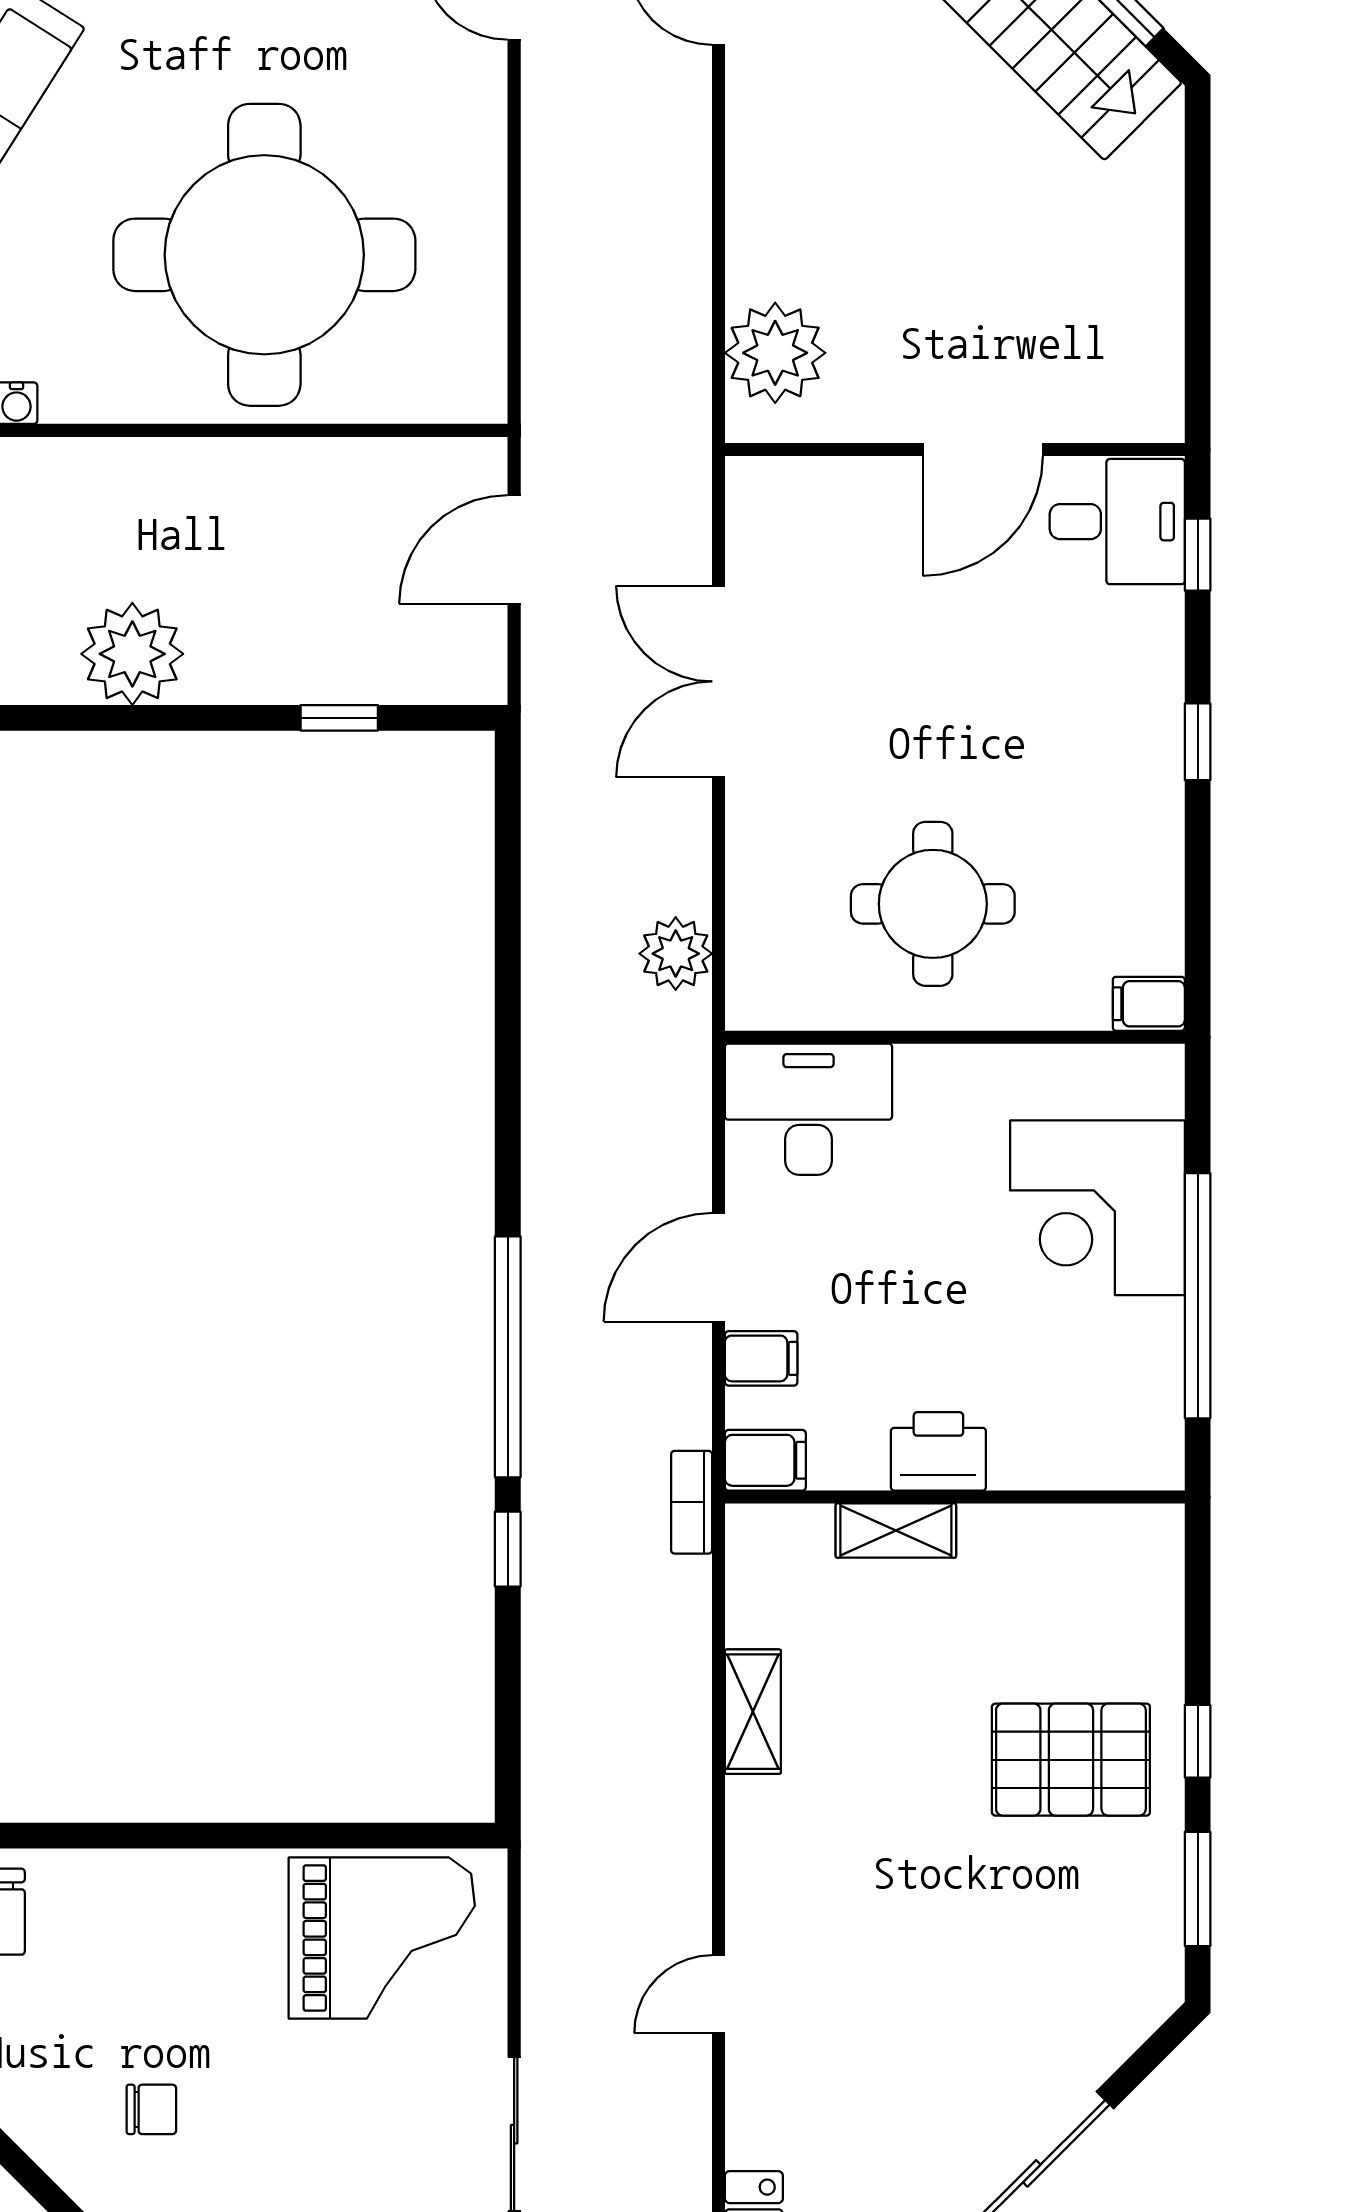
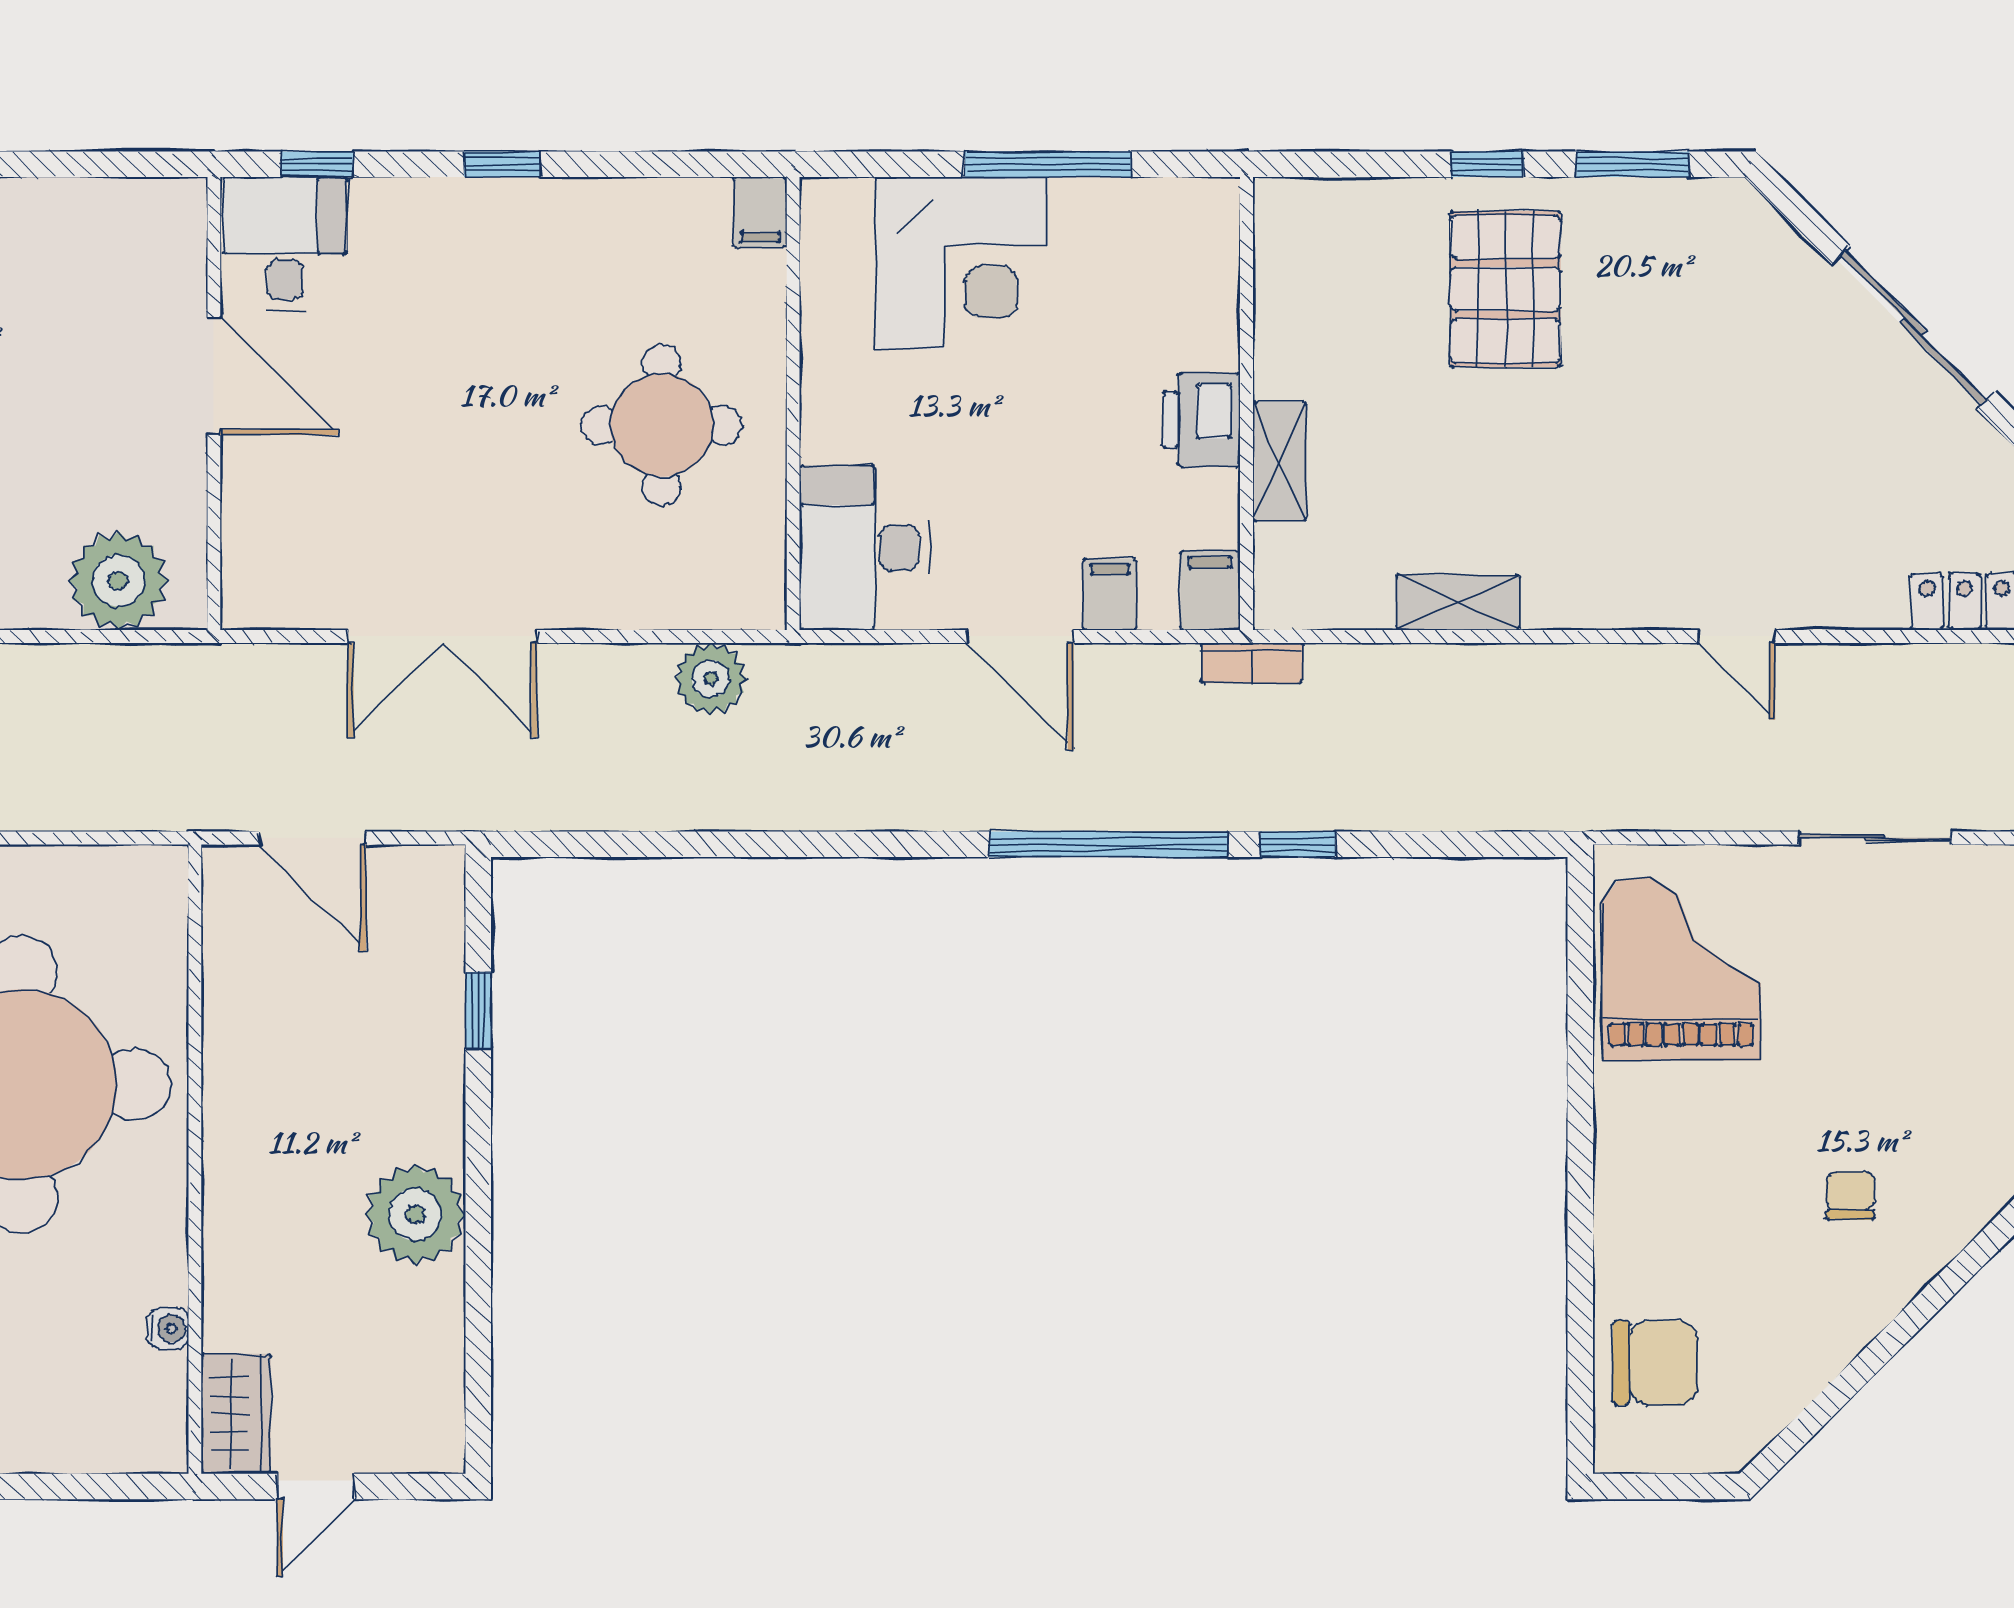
window: (1198, 1296) -> (1048, 164), width x0.68

